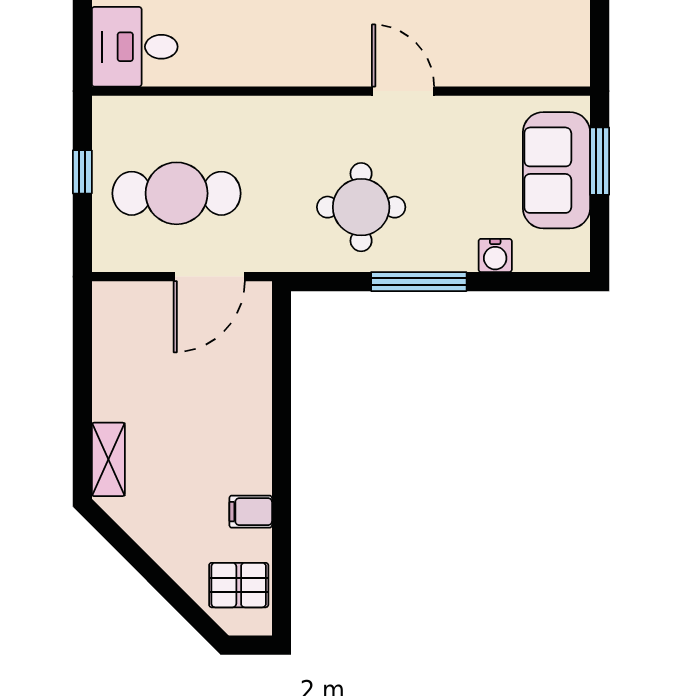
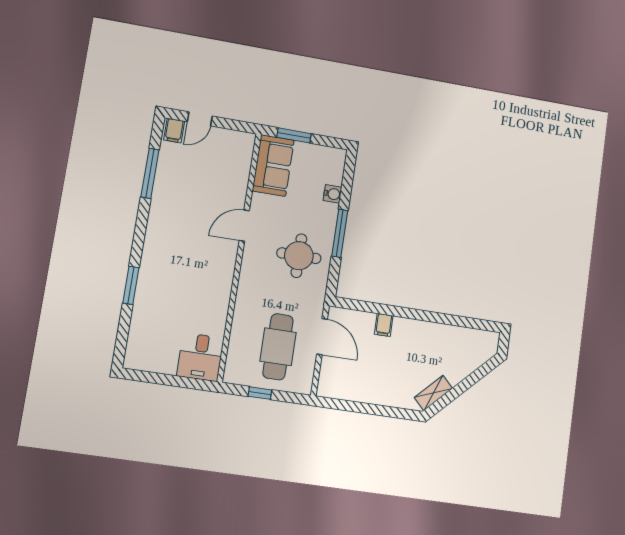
sofa: (556, 170) -> (273, 165), moved, turned -90
shelving: (108, 459) -> (433, 393), moved, turned -45
filing cabinet: (251, 512) -> (384, 325), moved
pallet: (239, 585) -> (474, 345), removed

